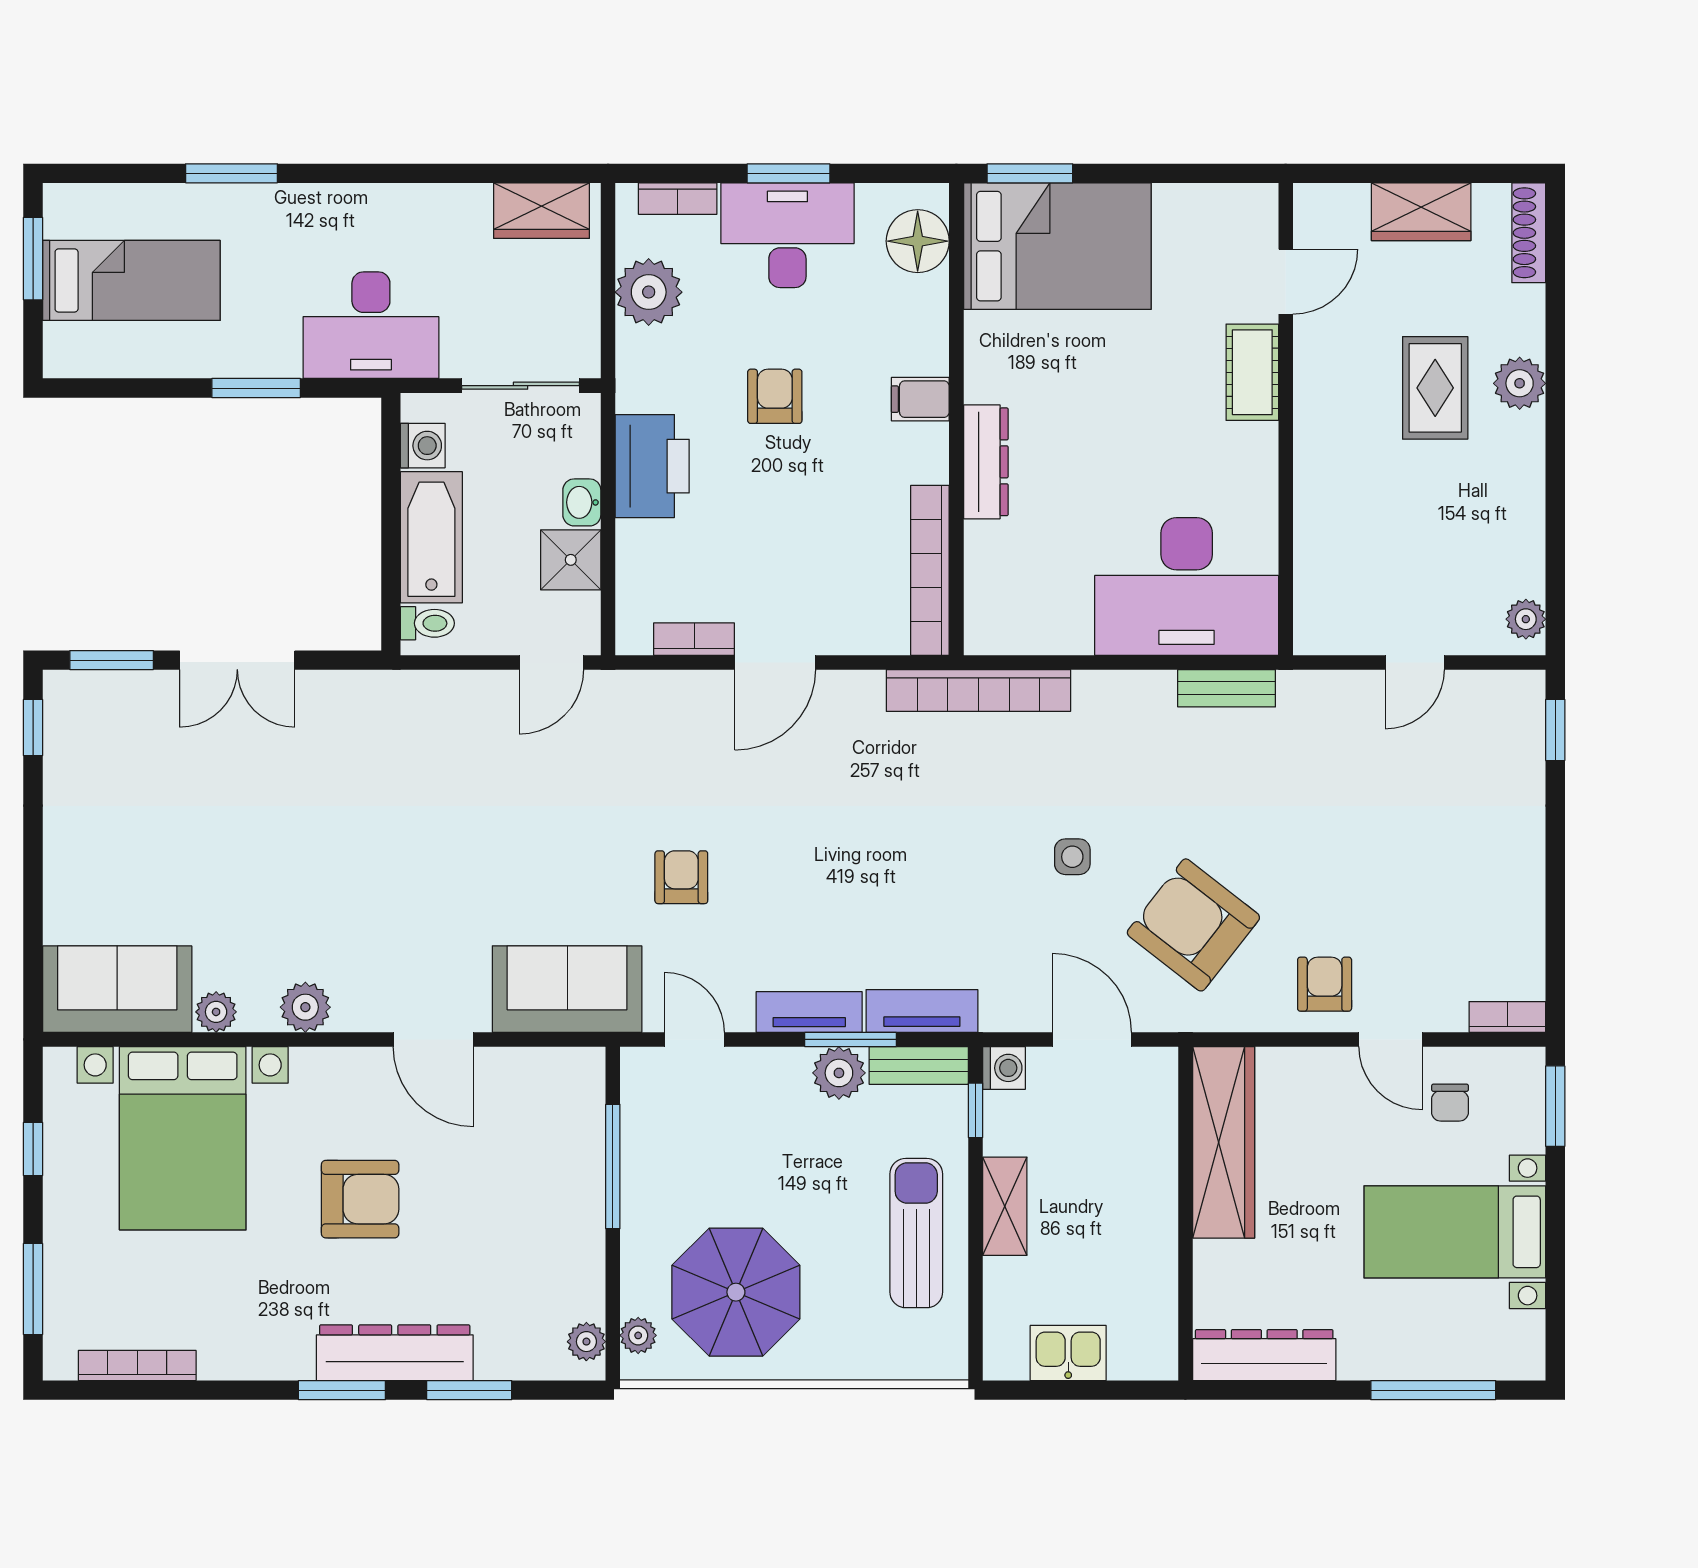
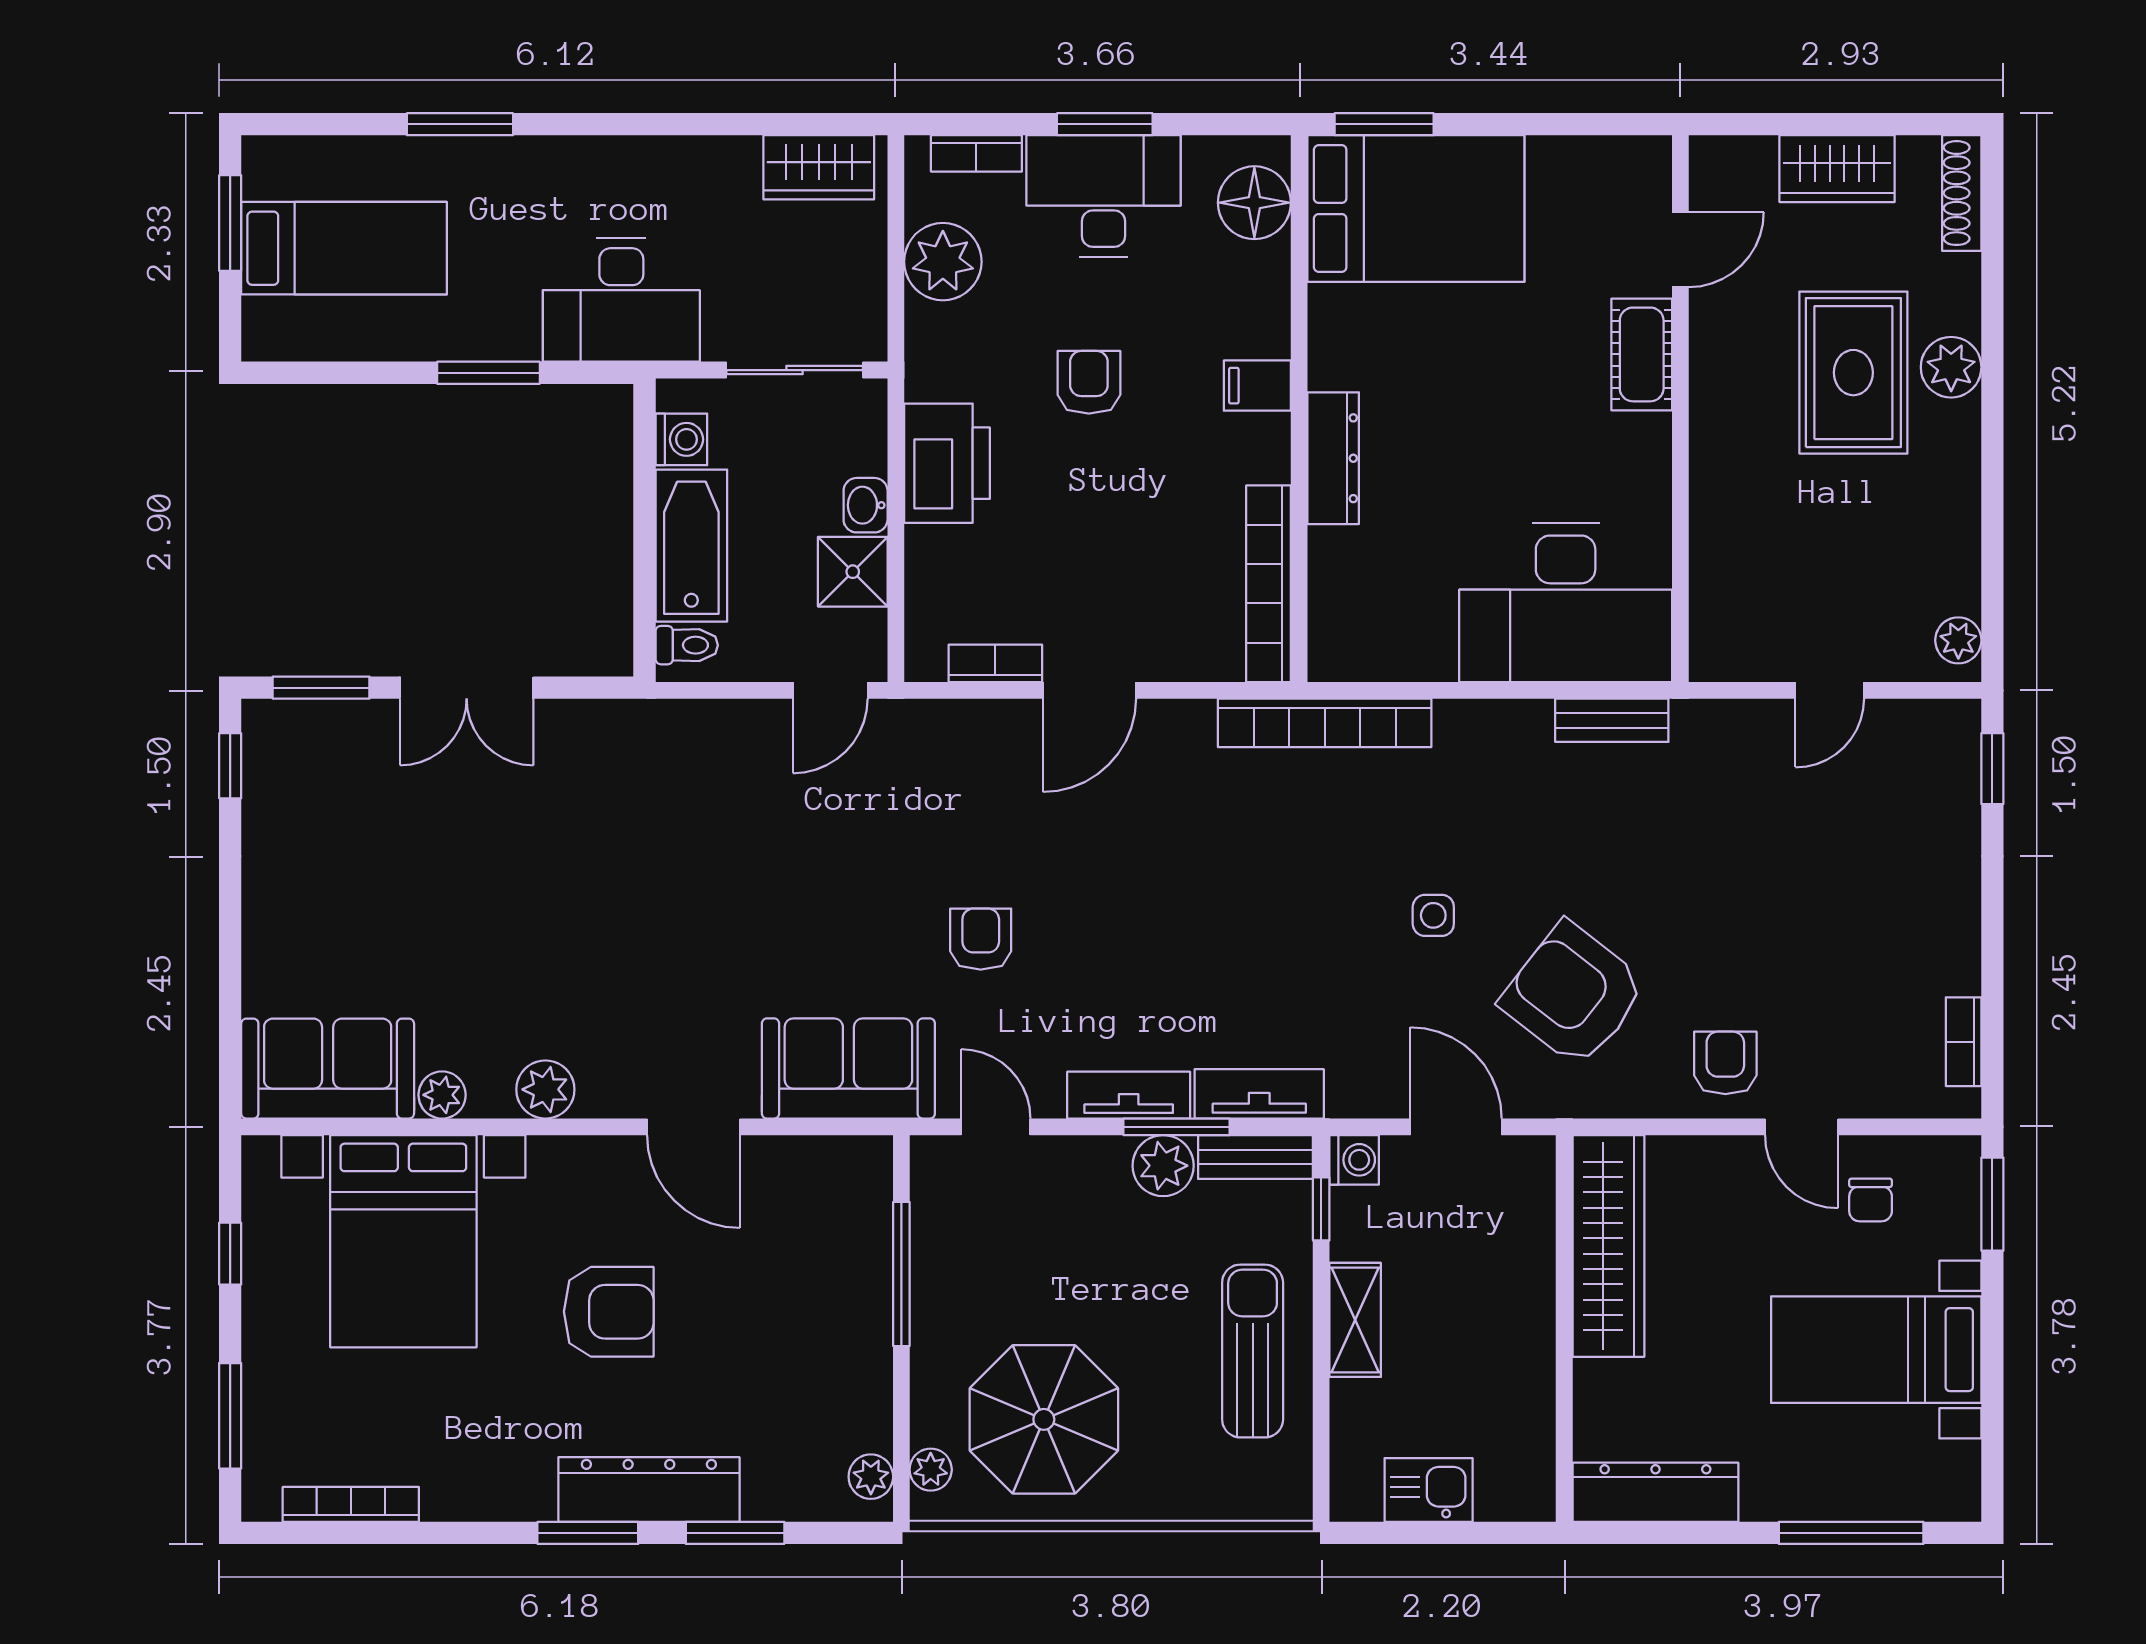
rug: (1435, 388) -> (1853, 373), width x1.36, depth x1.43
bookcase: (1507, 1017) -> (1964, 1042), moved, turned -90

